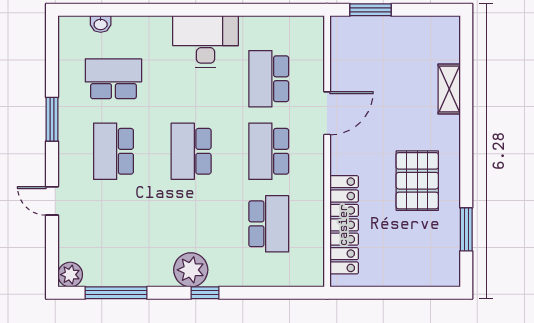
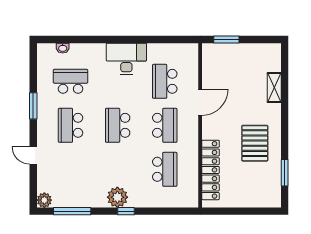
school desk: (269, 151) -> (165, 125), turned 180

